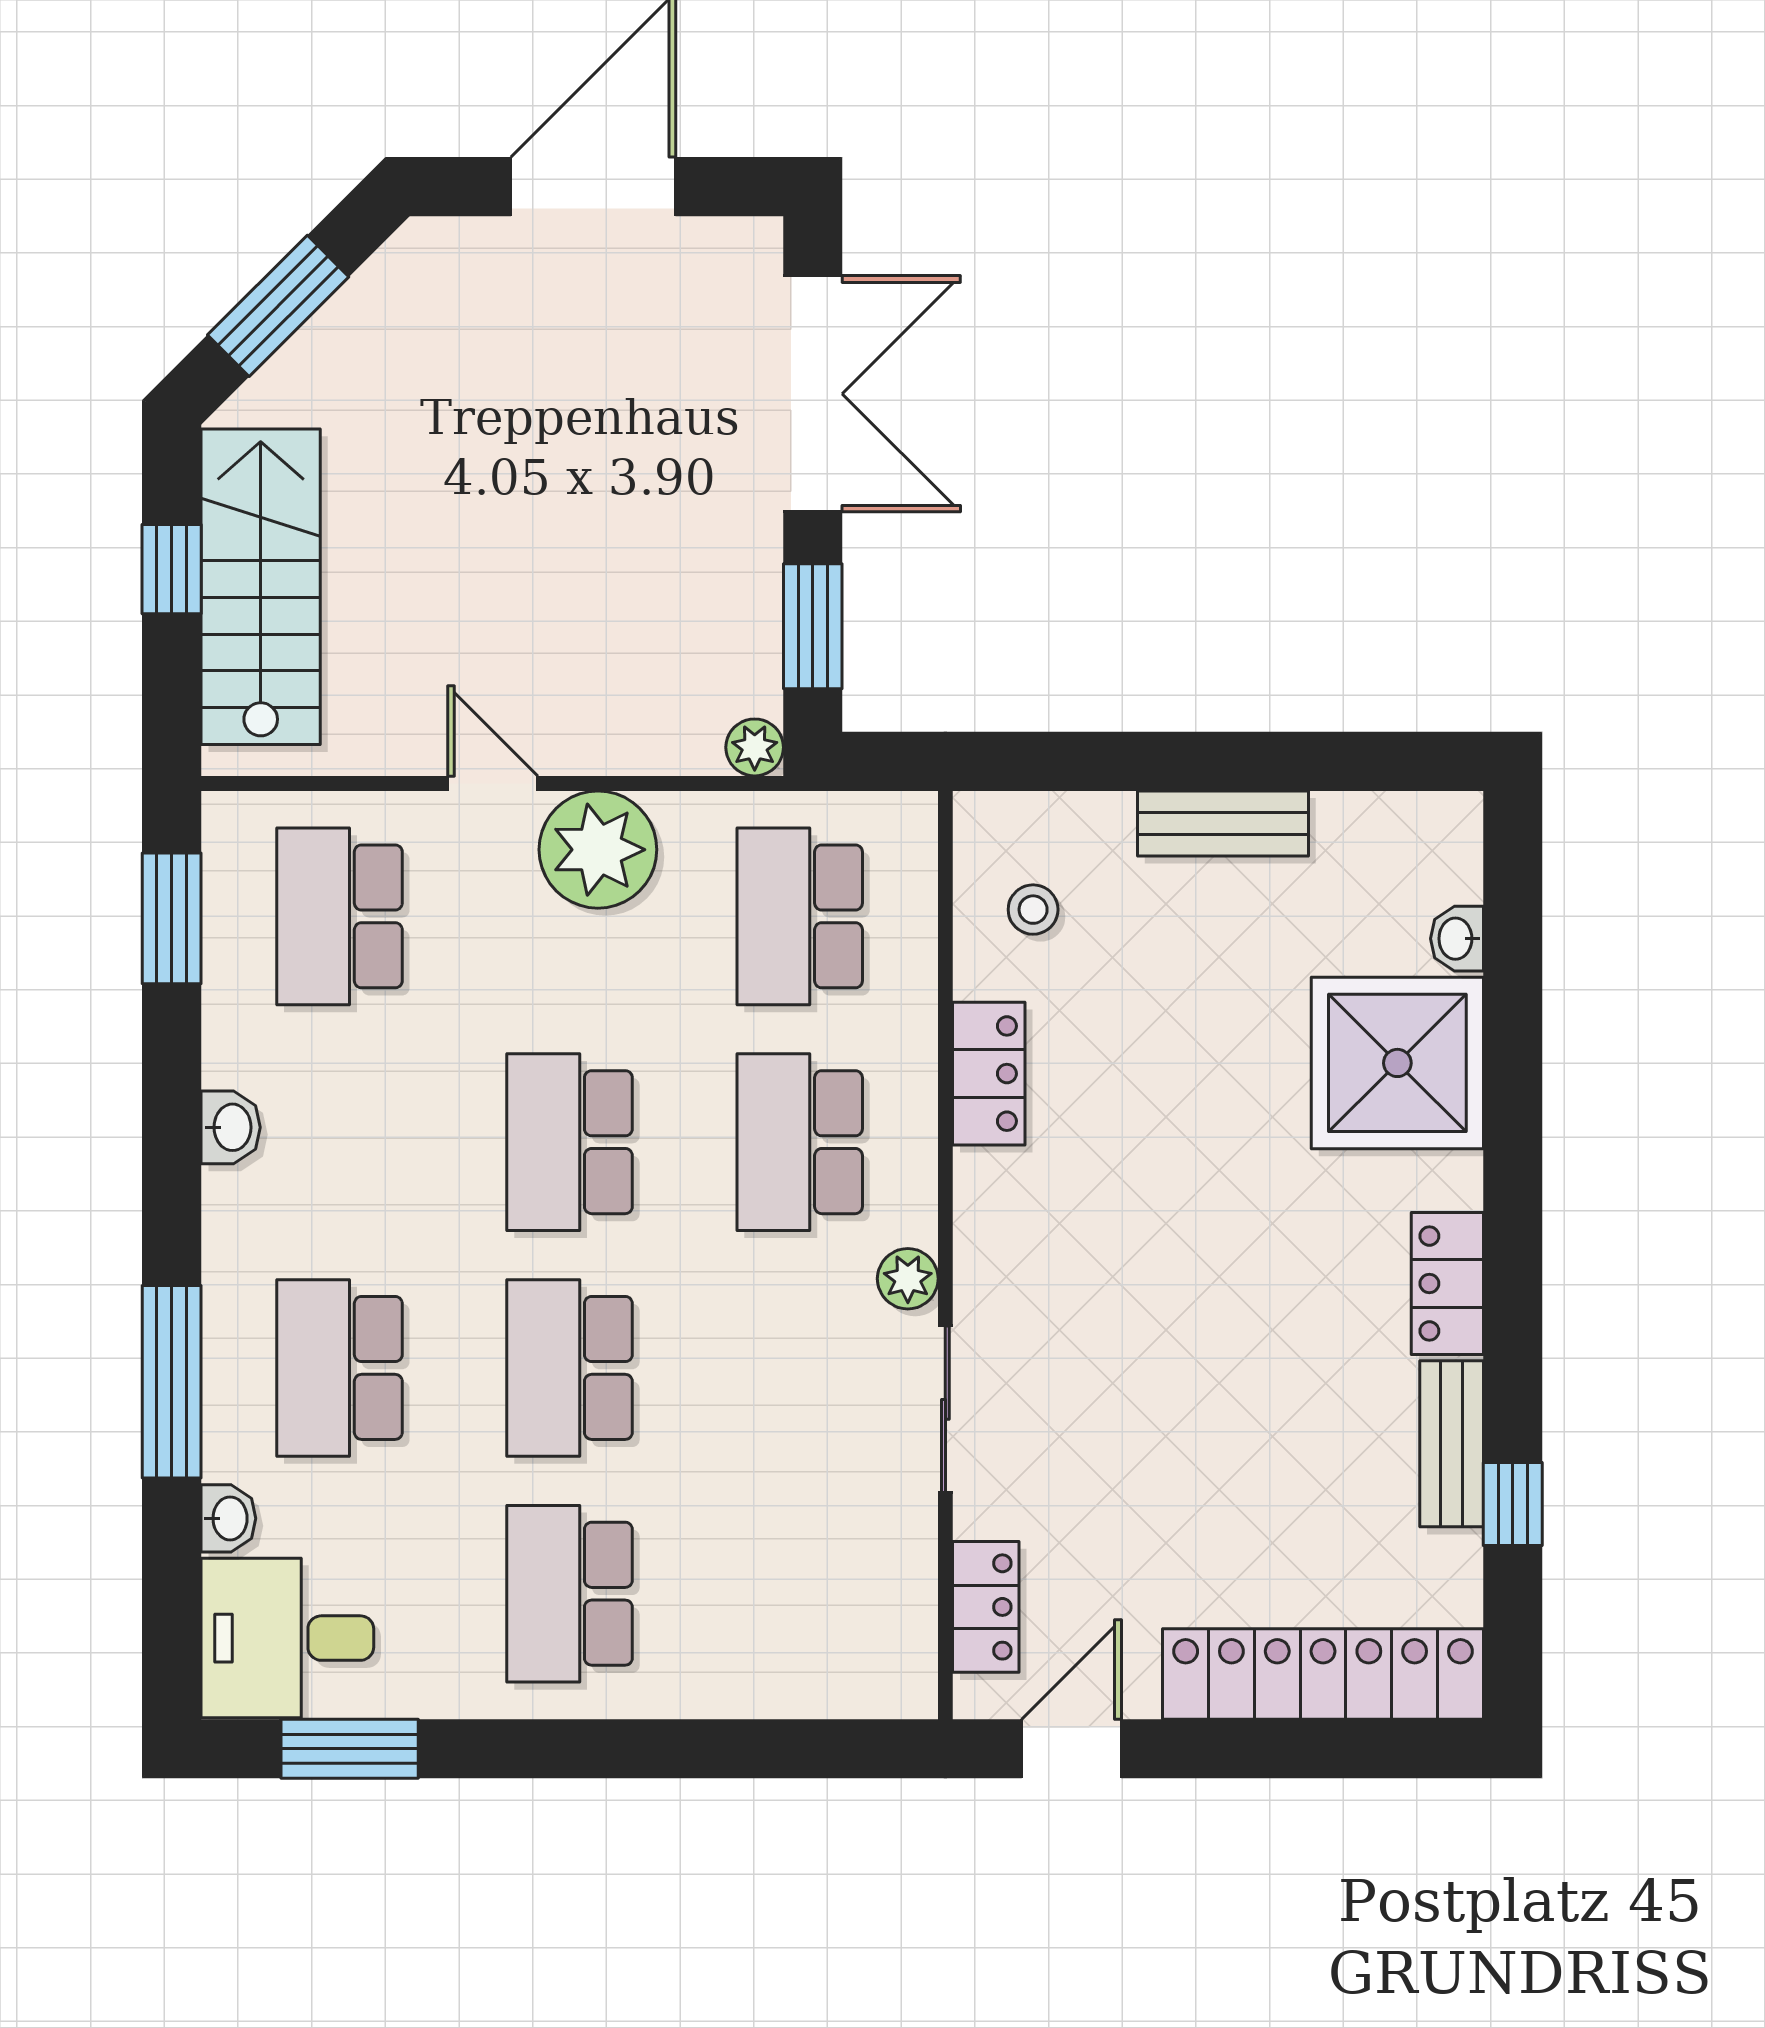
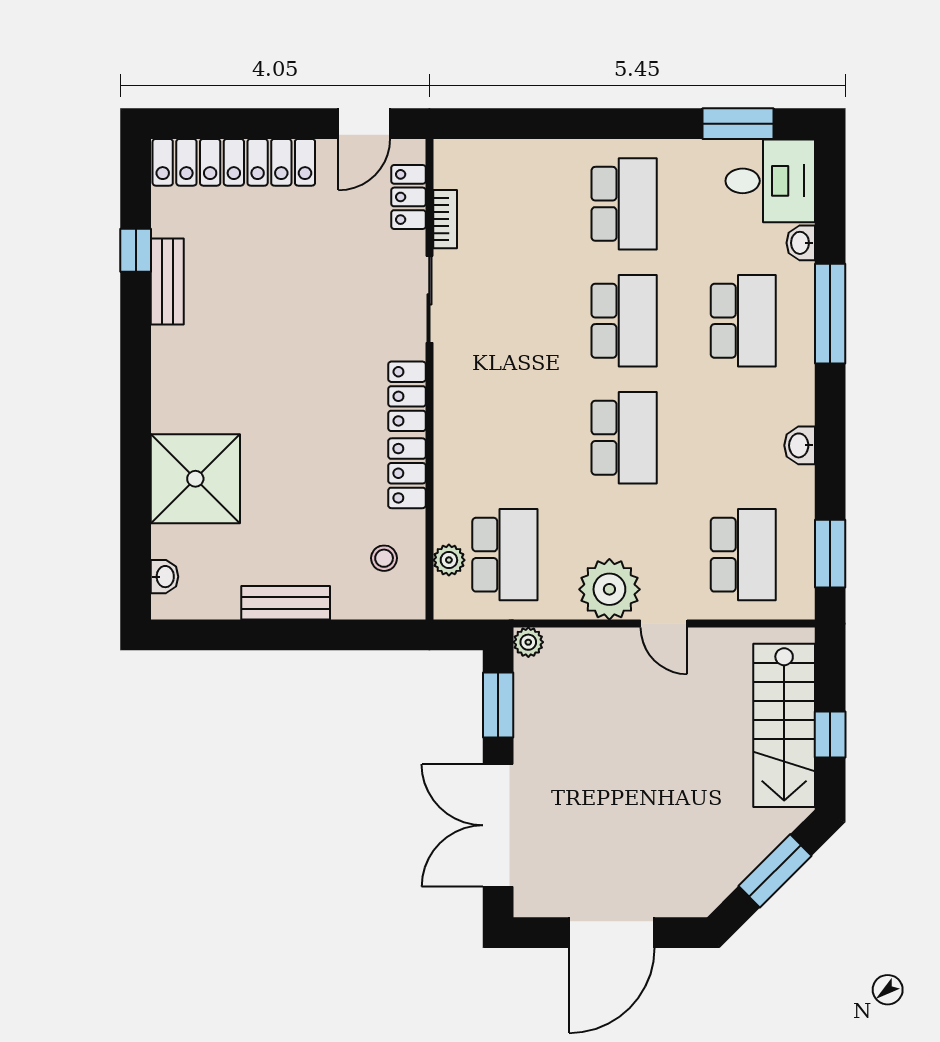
washbasin: (1457, 939) -> (164, 577), moved
school desk: (800, 1142) -> (505, 438), removed
plant: (908, 1279) -> (449, 560), moved
locker: (1447, 1284) -> (407, 396), moved, turned 180
bookcase: (915, 1564) -> (445, 219), added

